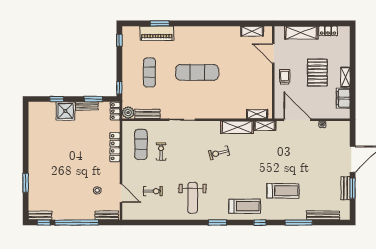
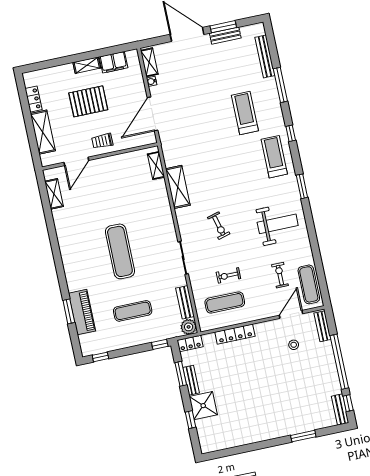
shelving: (265, 126) -> (149, 62), moved
exercise bike: (219, 153) -> (219, 226), moved
exercise mat: (141, 212) -> (309, 284), added

